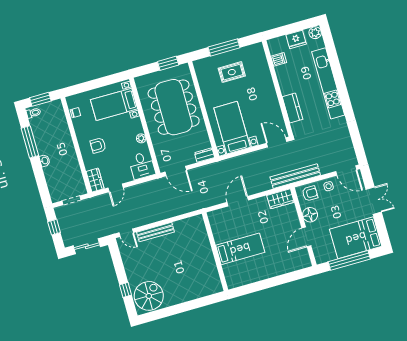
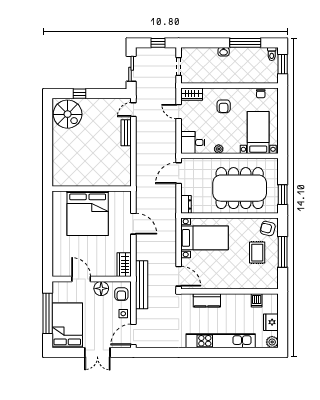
armchair: (205, 68) -> (268, 228), added
door: (277, 142) -> (179, 276), hinge flipped
armchair: (98, 145) -> (224, 106), turned 180
bench: (155, 232) -> (126, 133), width x0.73
bed: (240, 249) -> (88, 213), width x2.04

